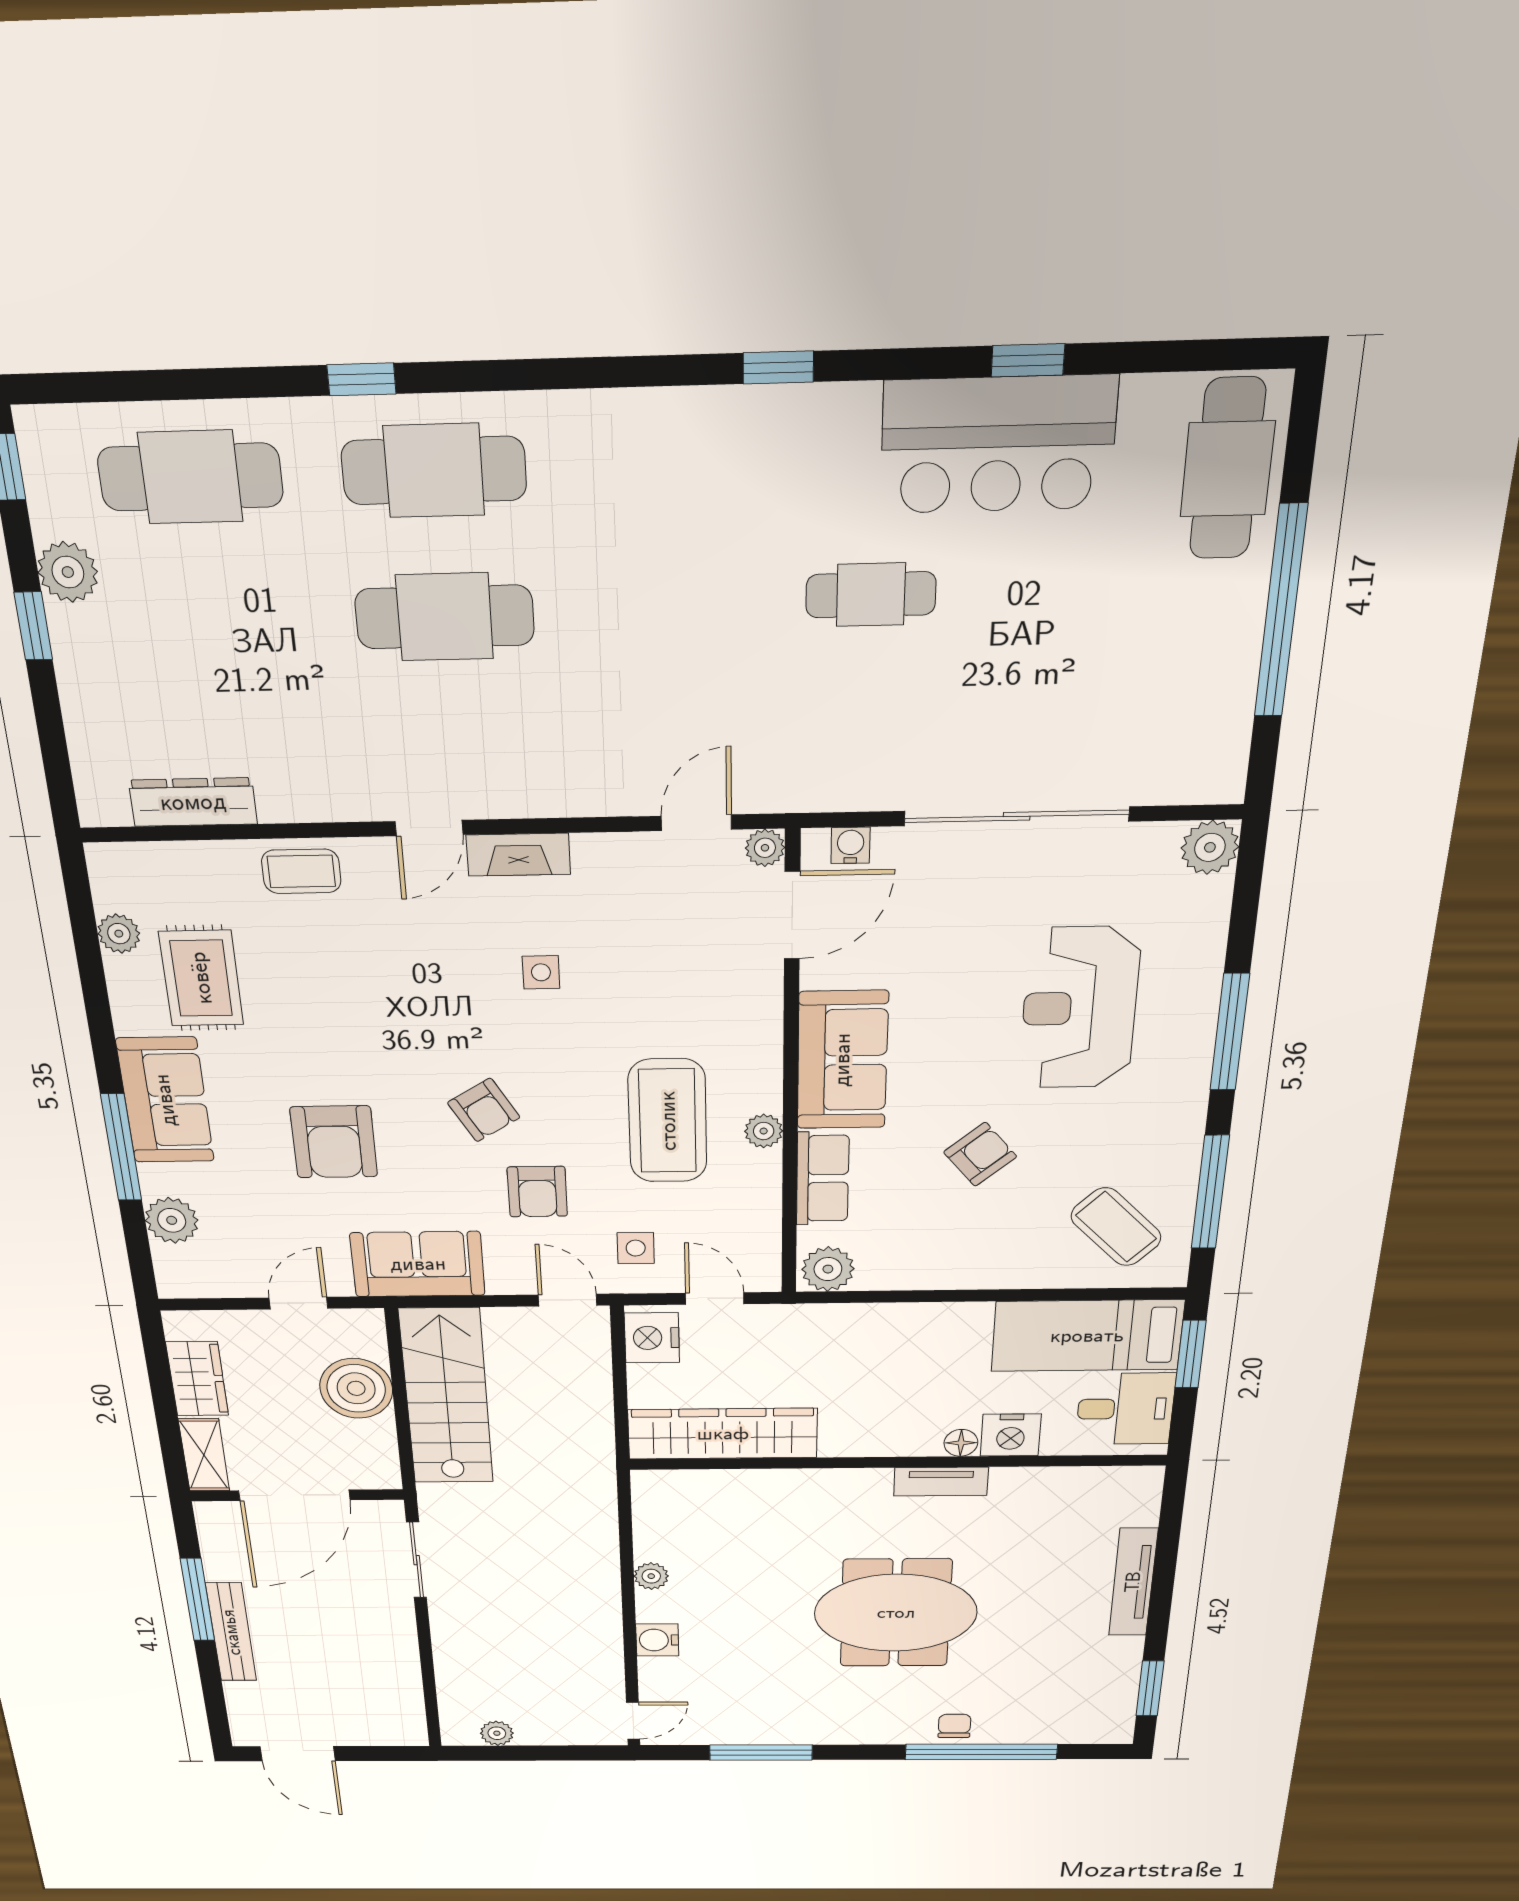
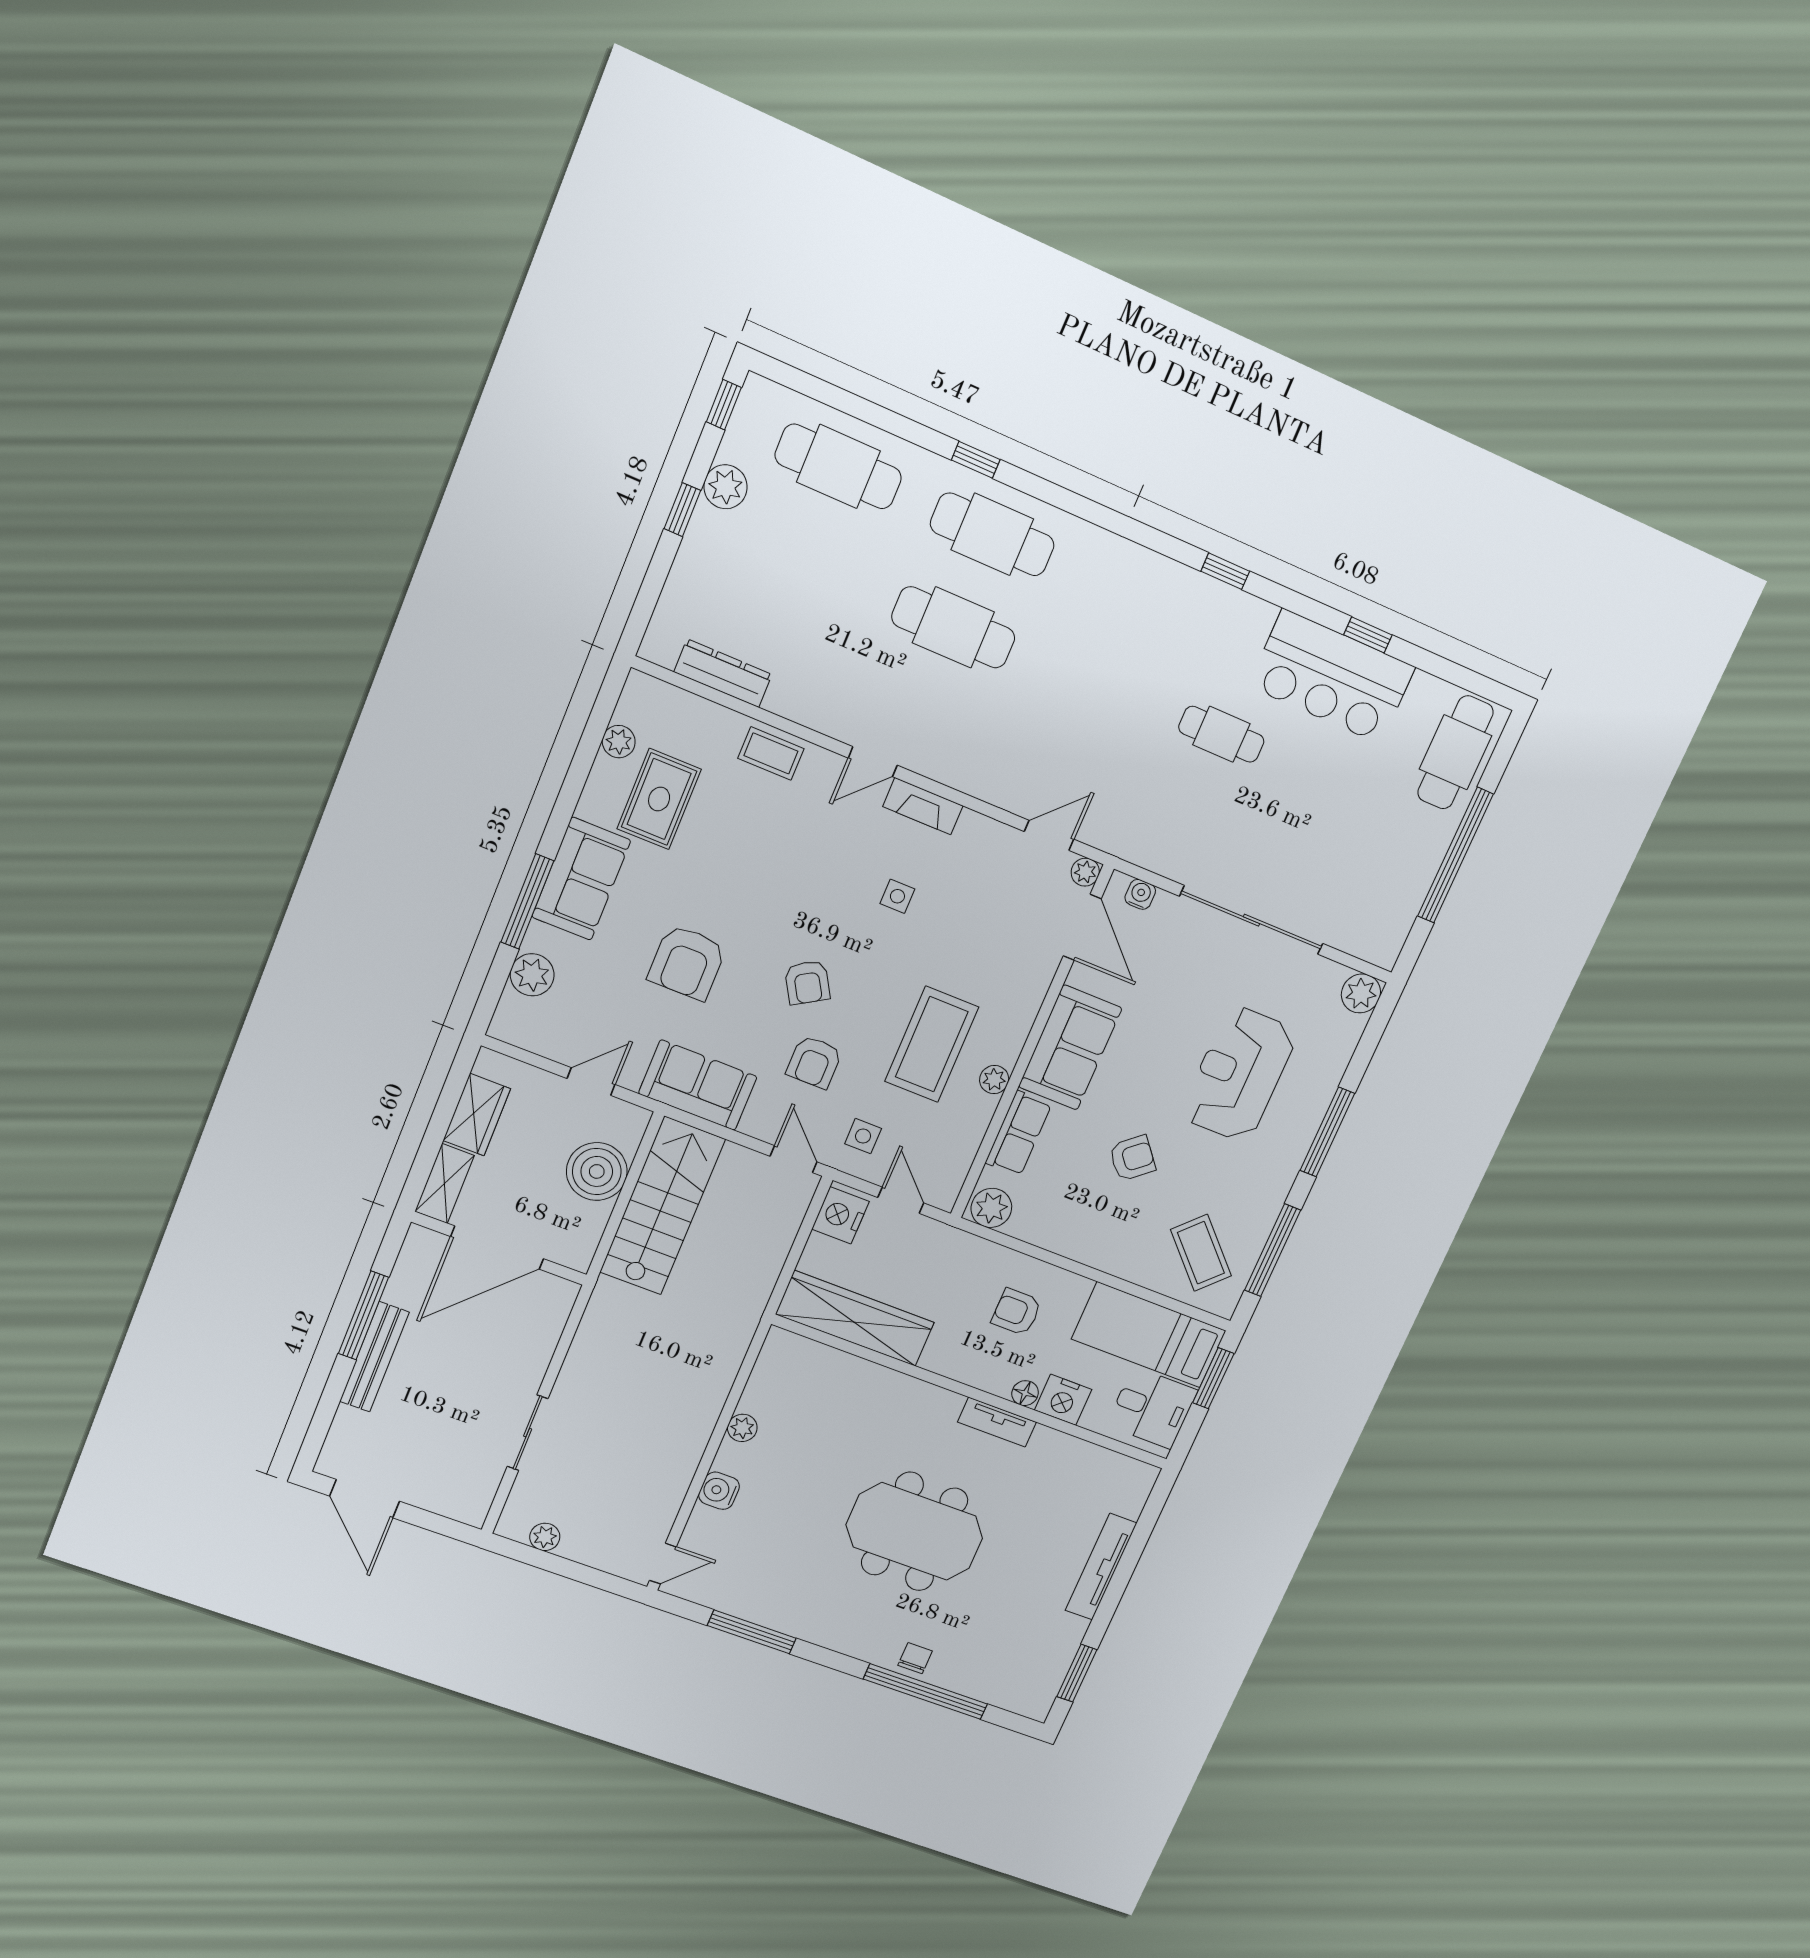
door: (792, 915) -> (1082, 927), hinge flipped
armchair: (911, 1365) -> (1016, 1312), added
sliding door: (417, 1560) -> (528, 1433), moved

